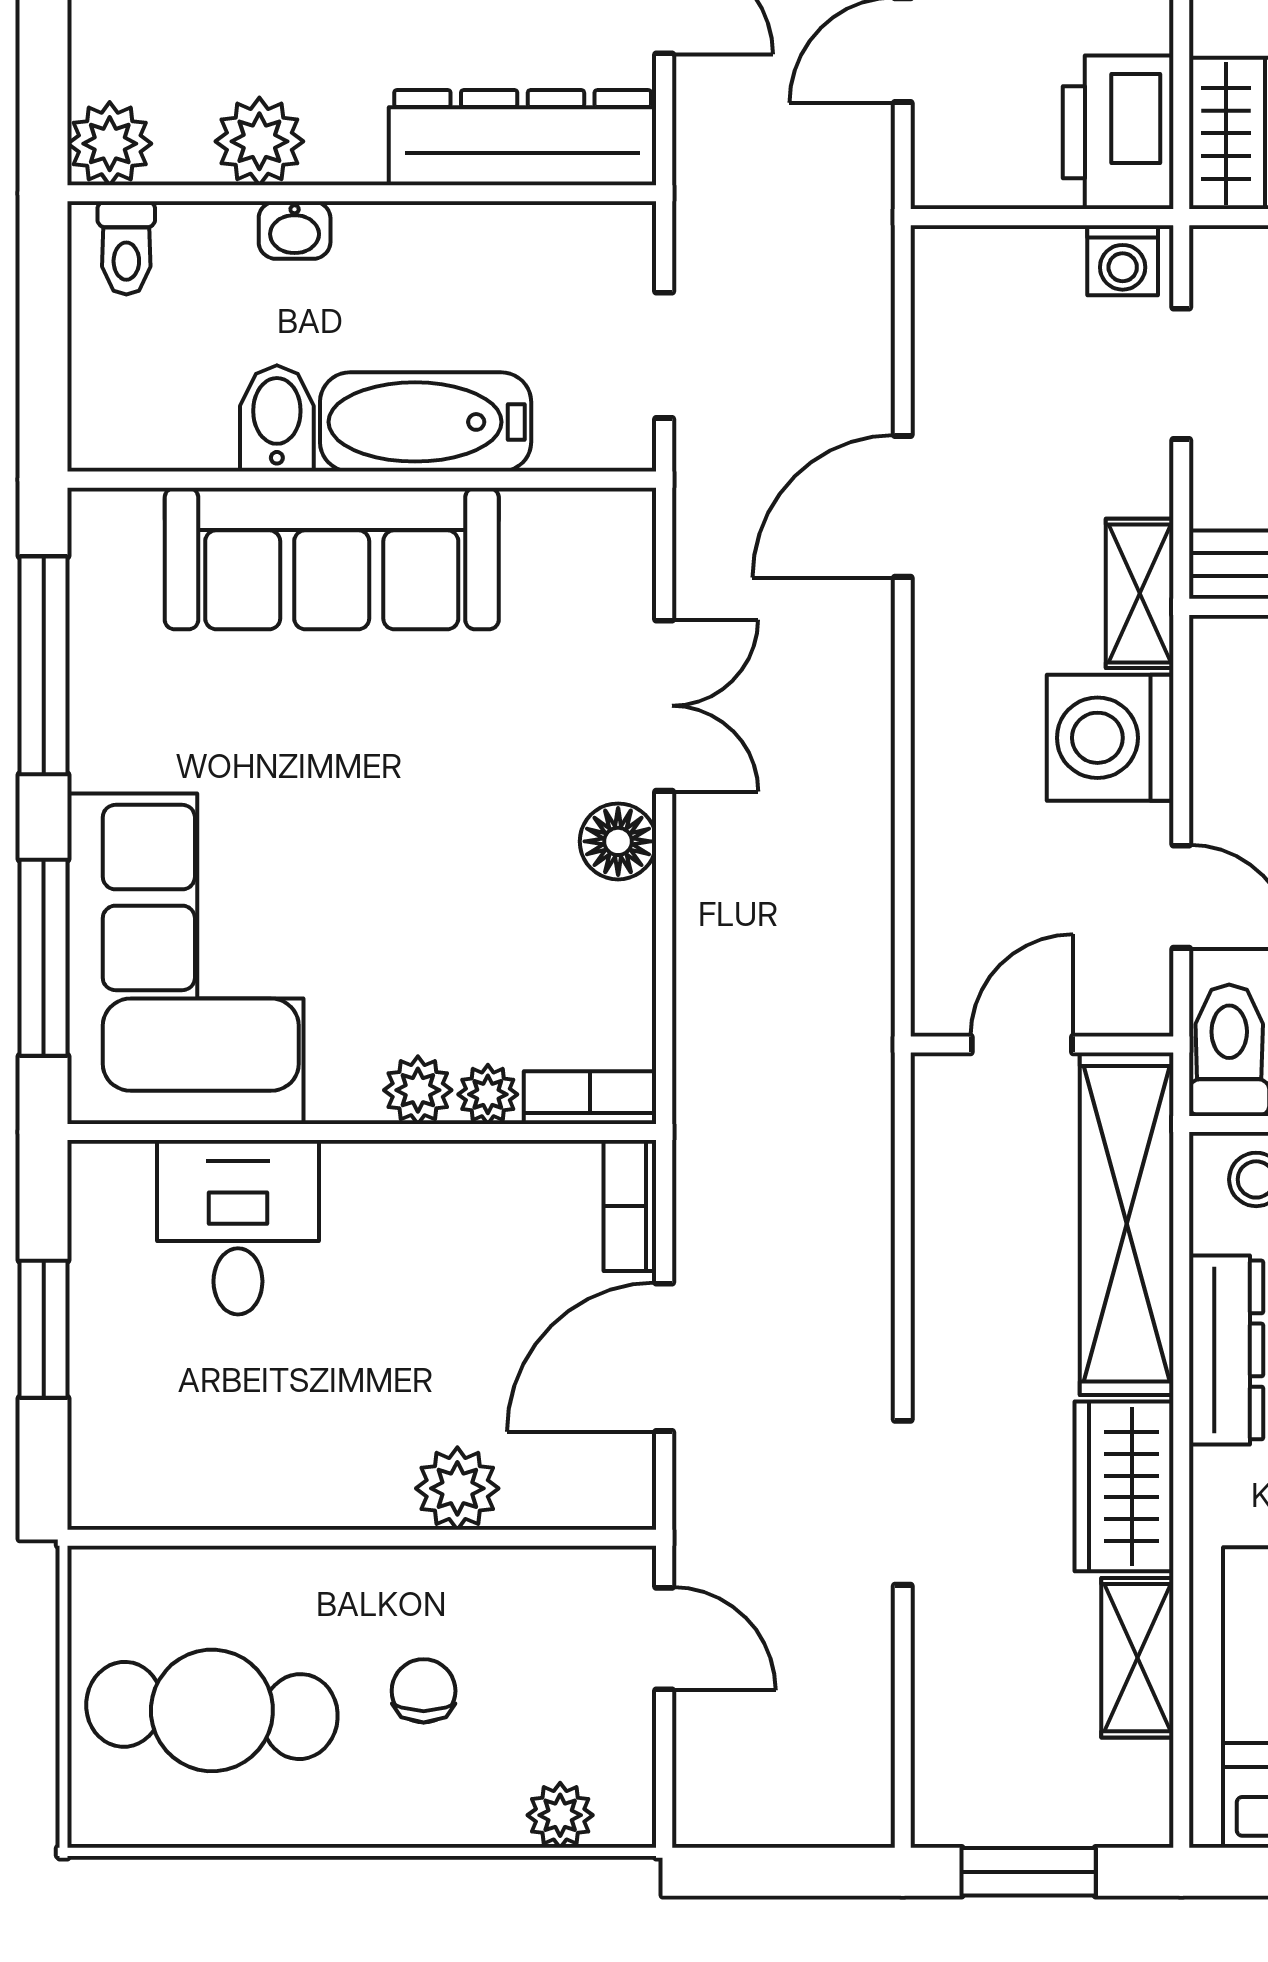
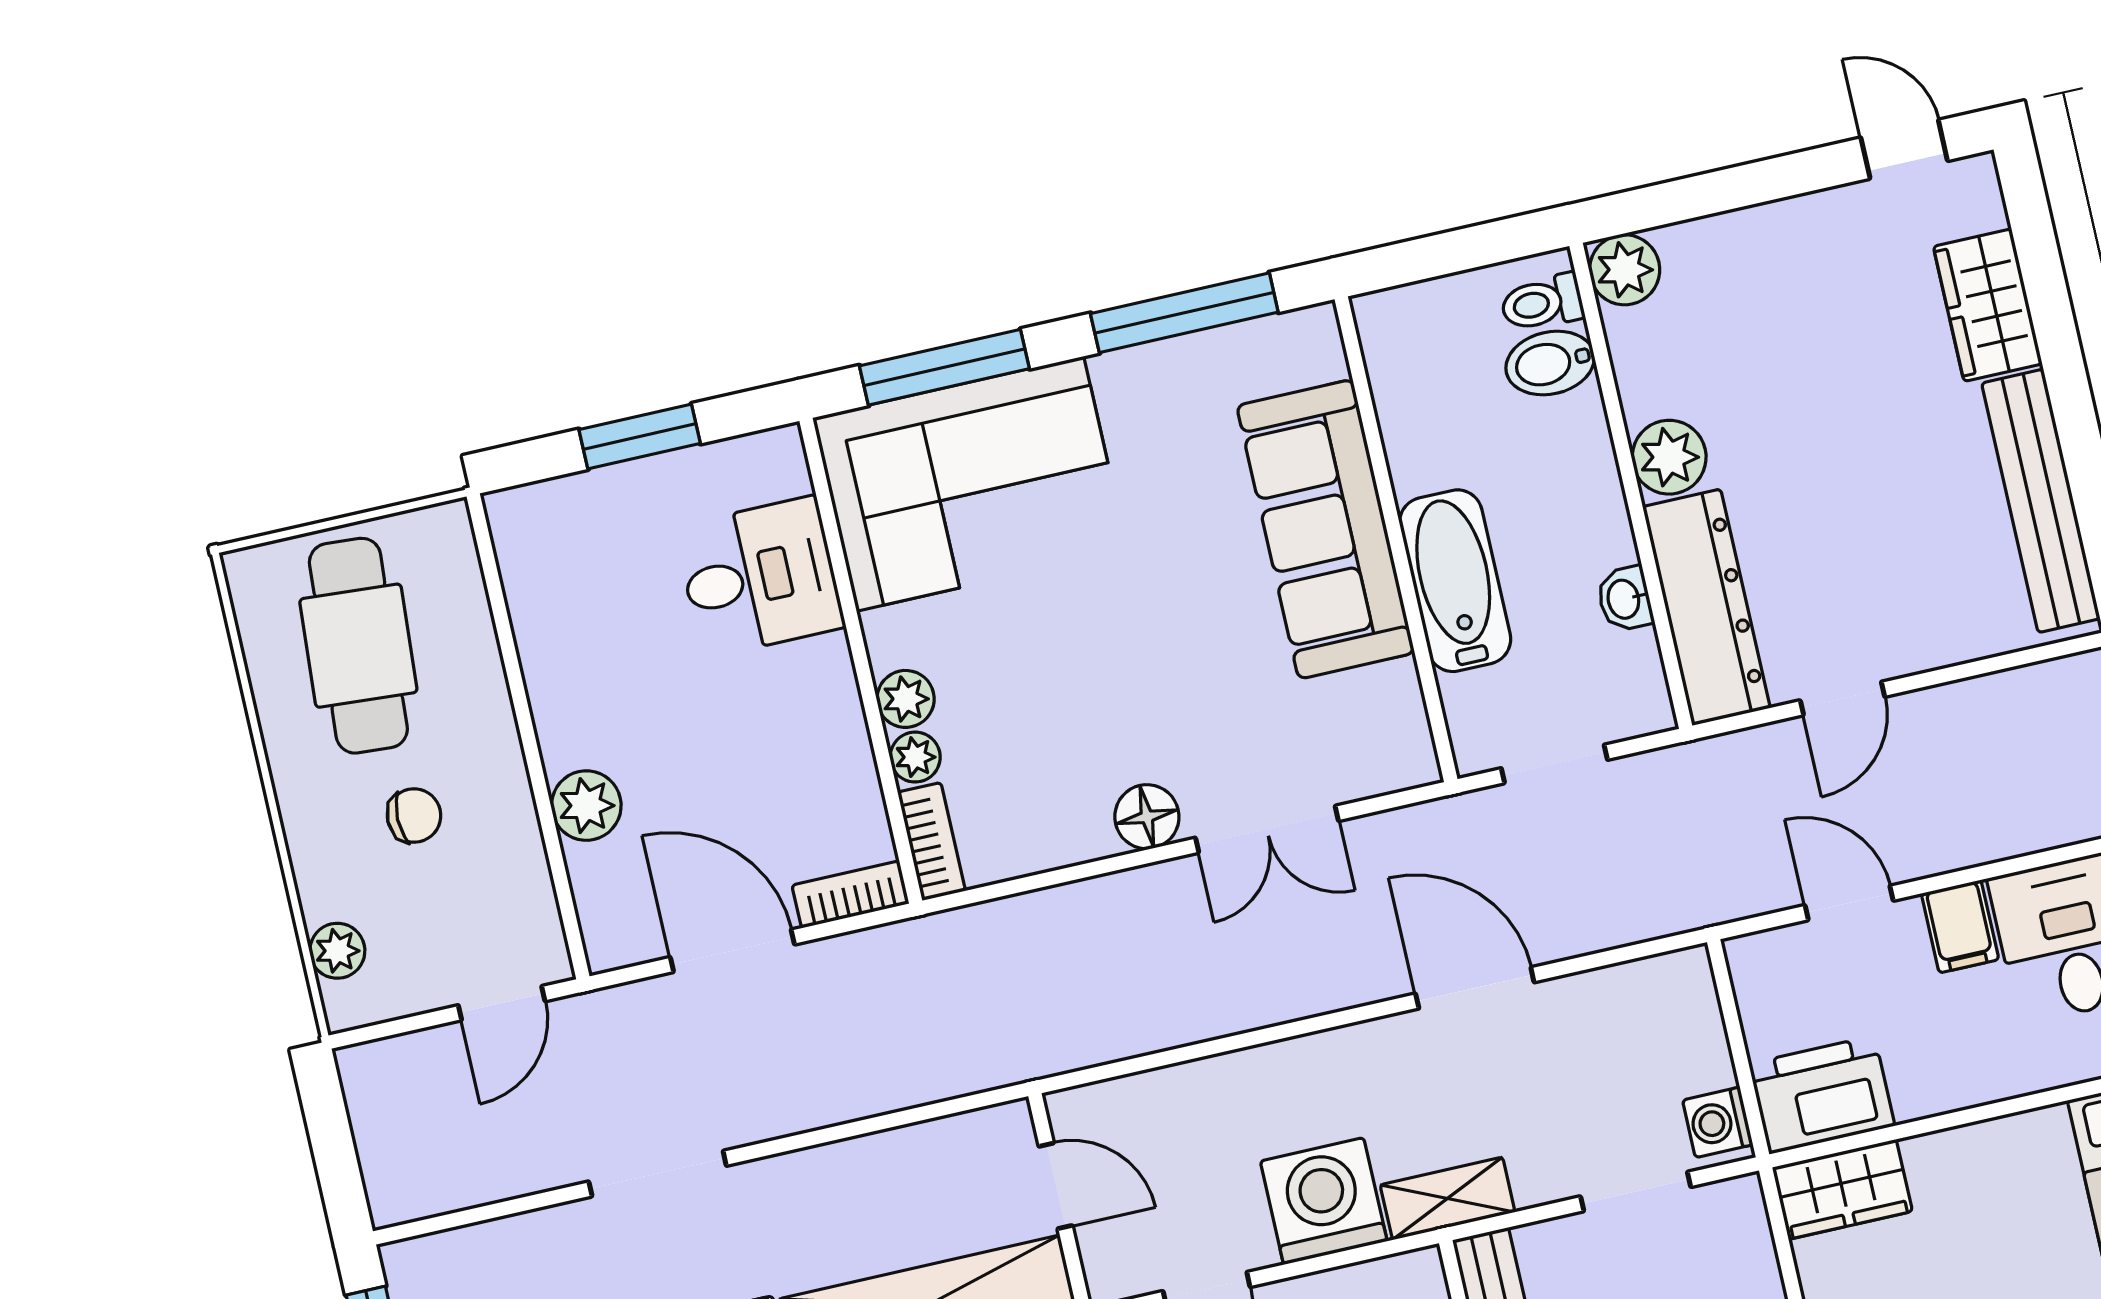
plant: (259, 141) -> (1669, 457), moved
washbasin: (295, 230) -> (1625, 599), moved
bidet: (277, 418) -> (1550, 363), moved, turned 180

